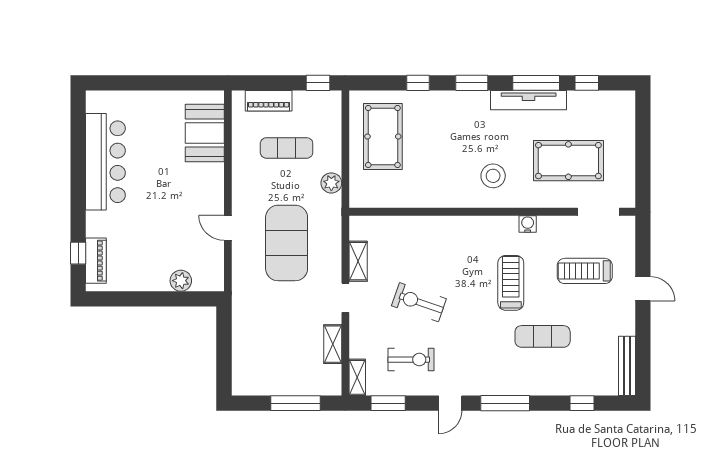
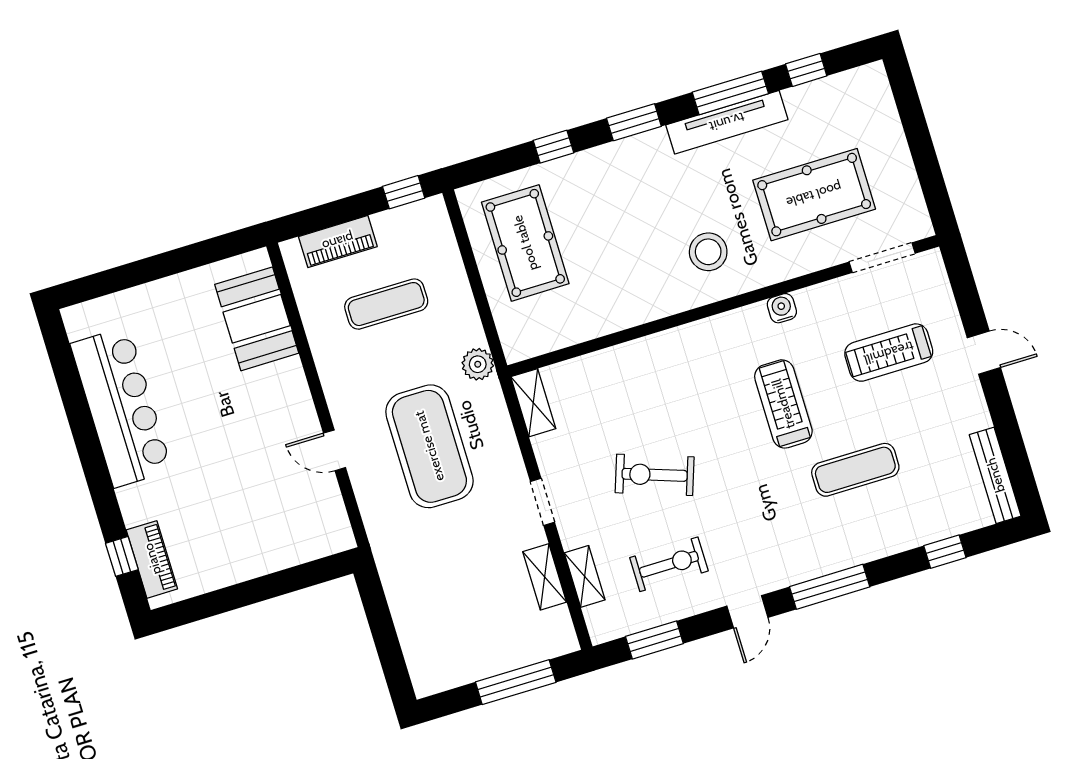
plant: (331, 183) -> (478, 364), moved
shelving: (358, 261) -> (533, 403), moved
plant: (181, 281) -> (288, 551), removed
shelving: (357, 377) -> (585, 576), moved

